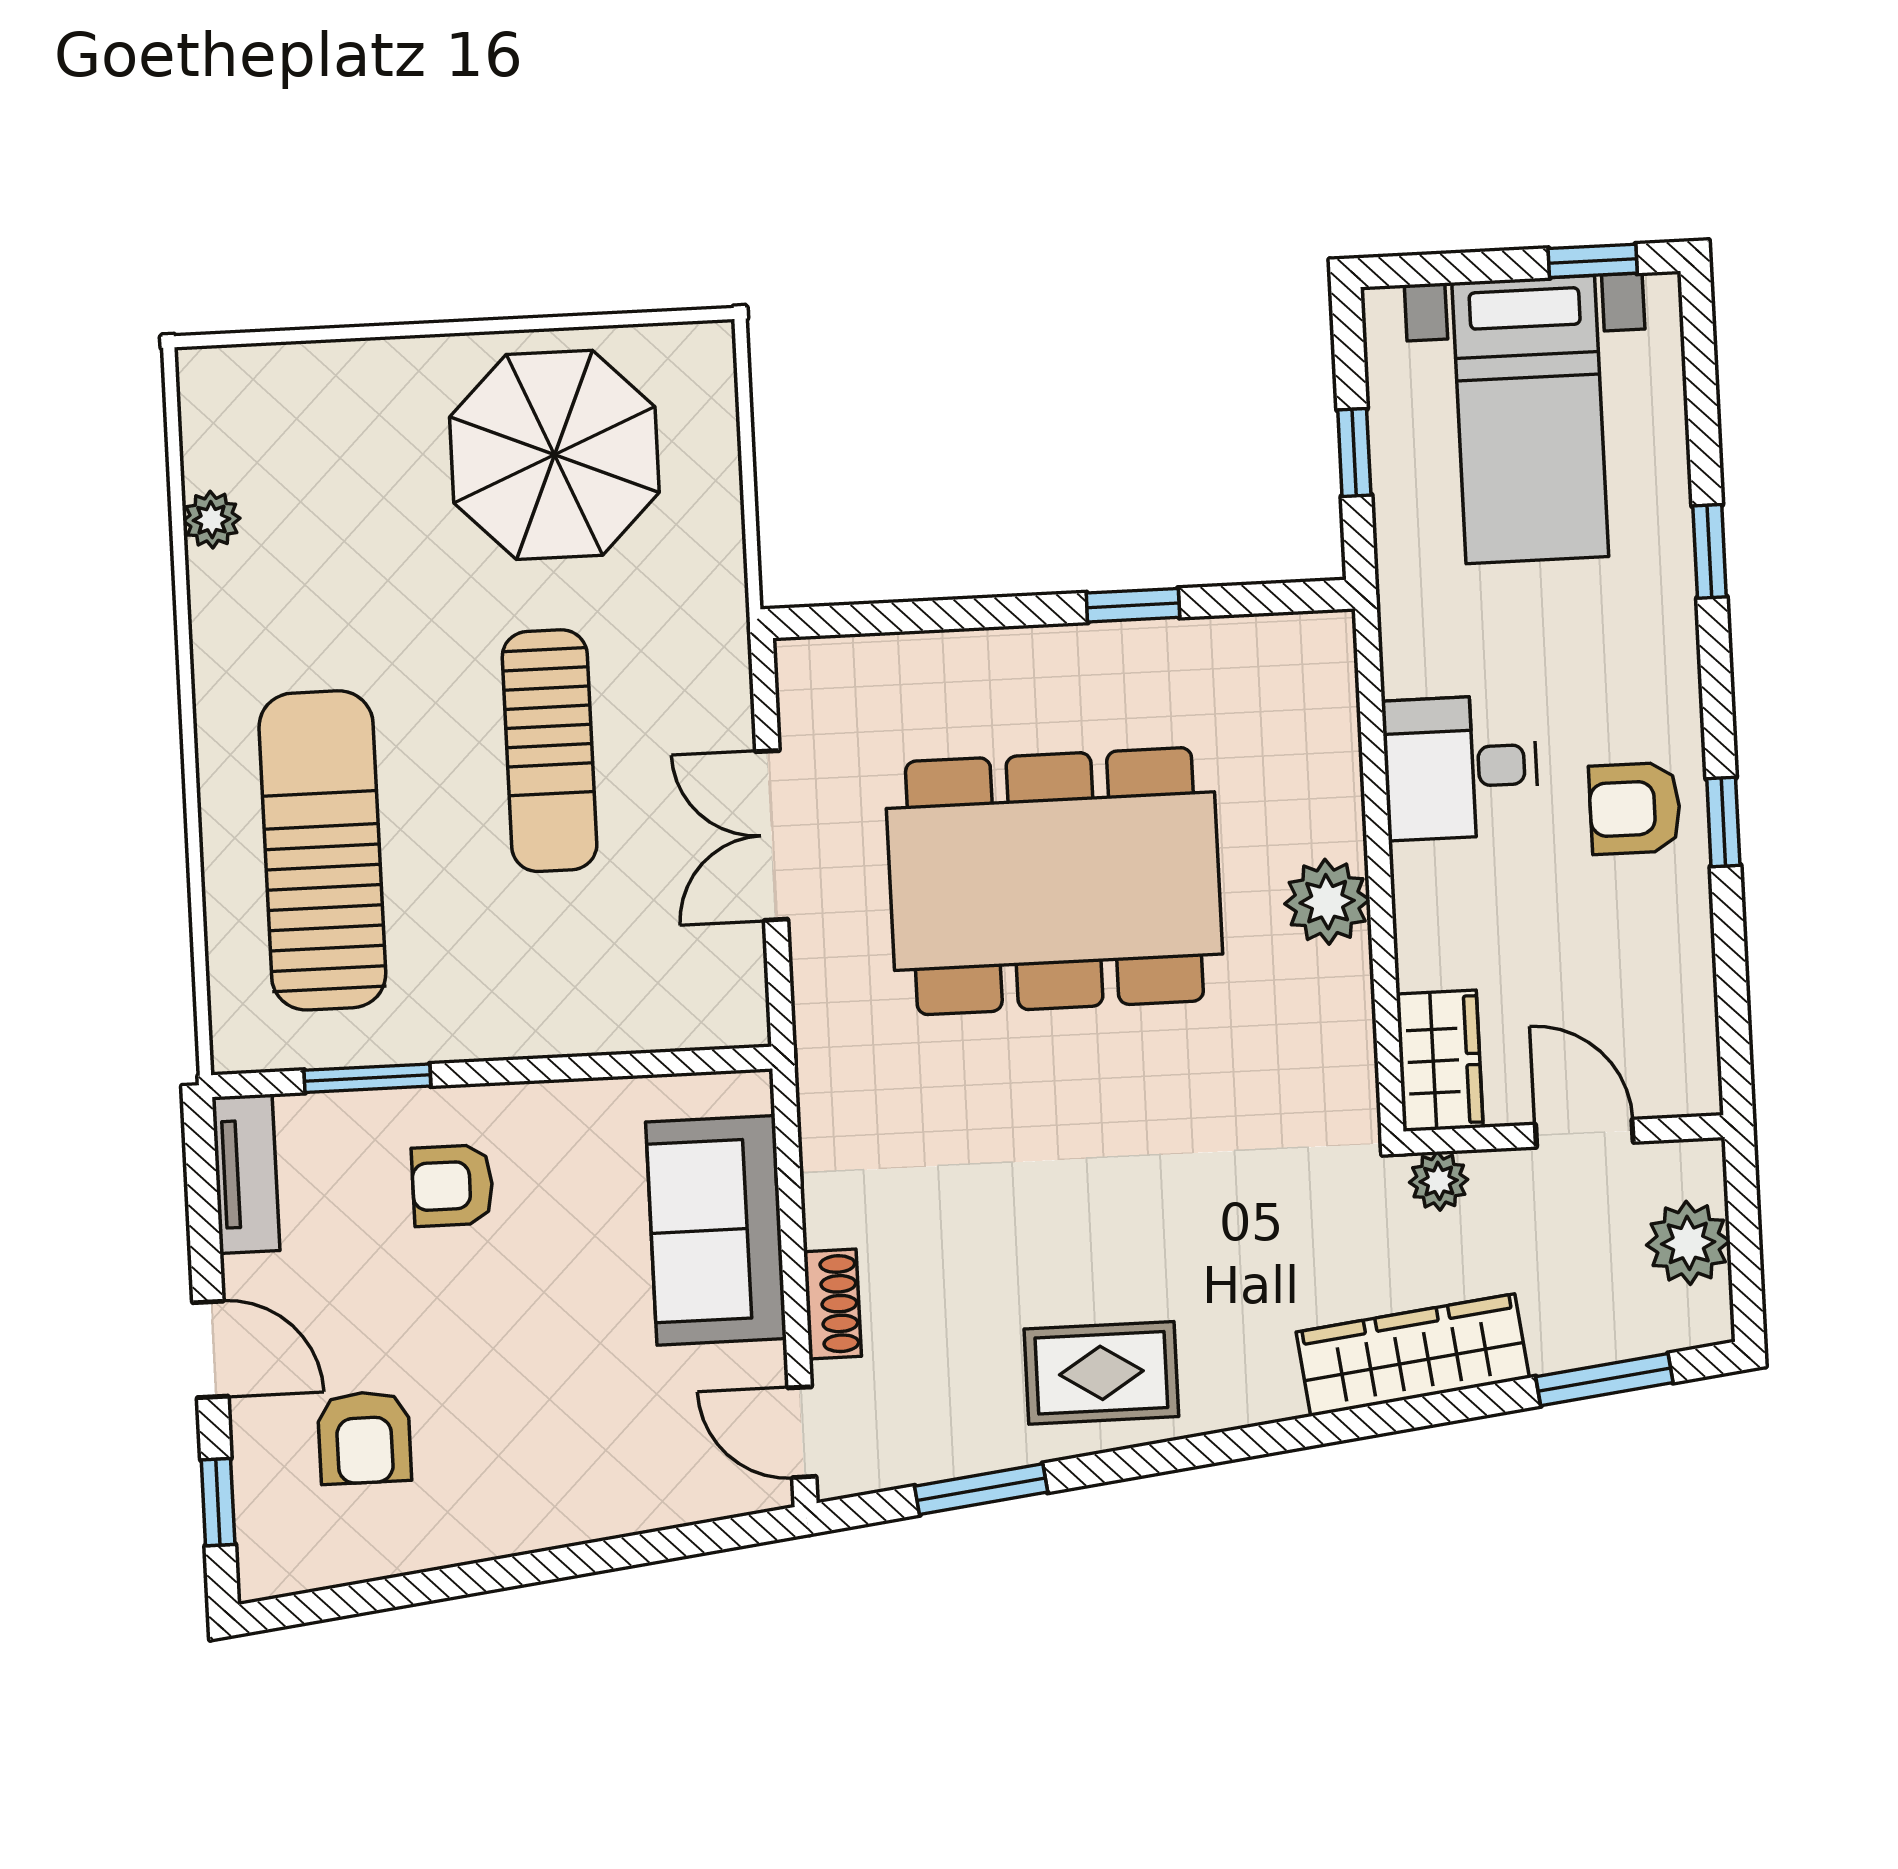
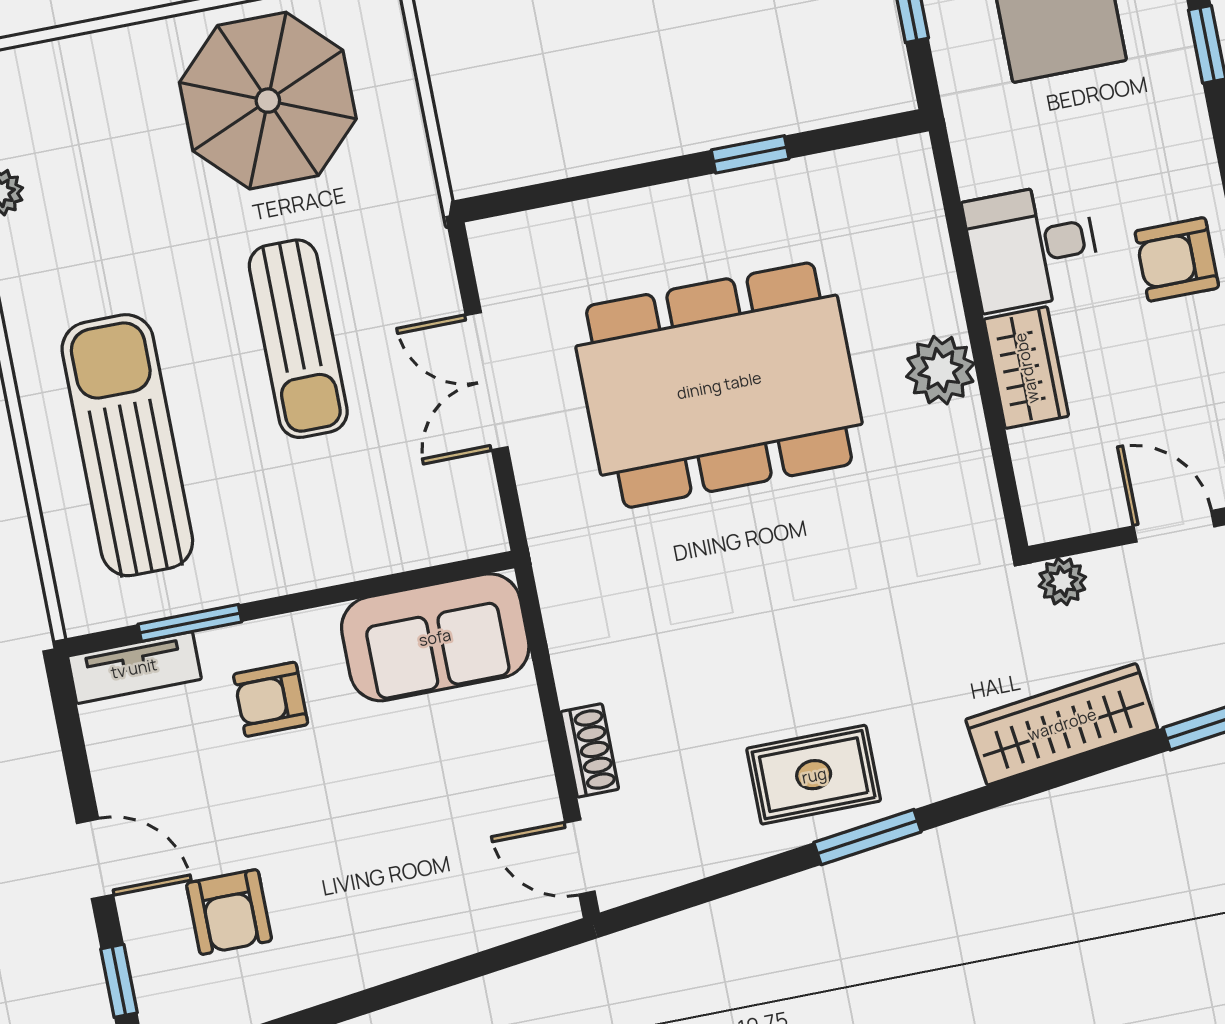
wardrobe: (1440, 1061) -> (1026, 368), moved
tv unit: (246, 1174) -> (134, 668), moved, turned 90
sofa: (716, 1230) -> (435, 637), moved, turned -90
window: (981, 1489) -> (867, 837), moved

